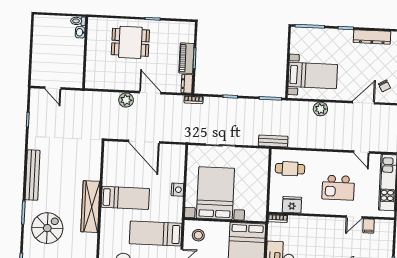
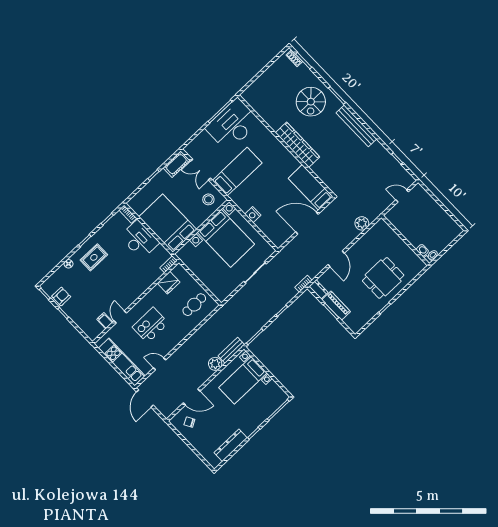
door: (150, 93) -> (336, 259), hinge flipped
plant: (126, 100) -> (362, 223), moved
door: (363, 103) -> (192, 397), hinge flipped
bench: (273, 141) -> (231, 350), moved
bed: (125, 198) -> (311, 187), moved, turned 90

